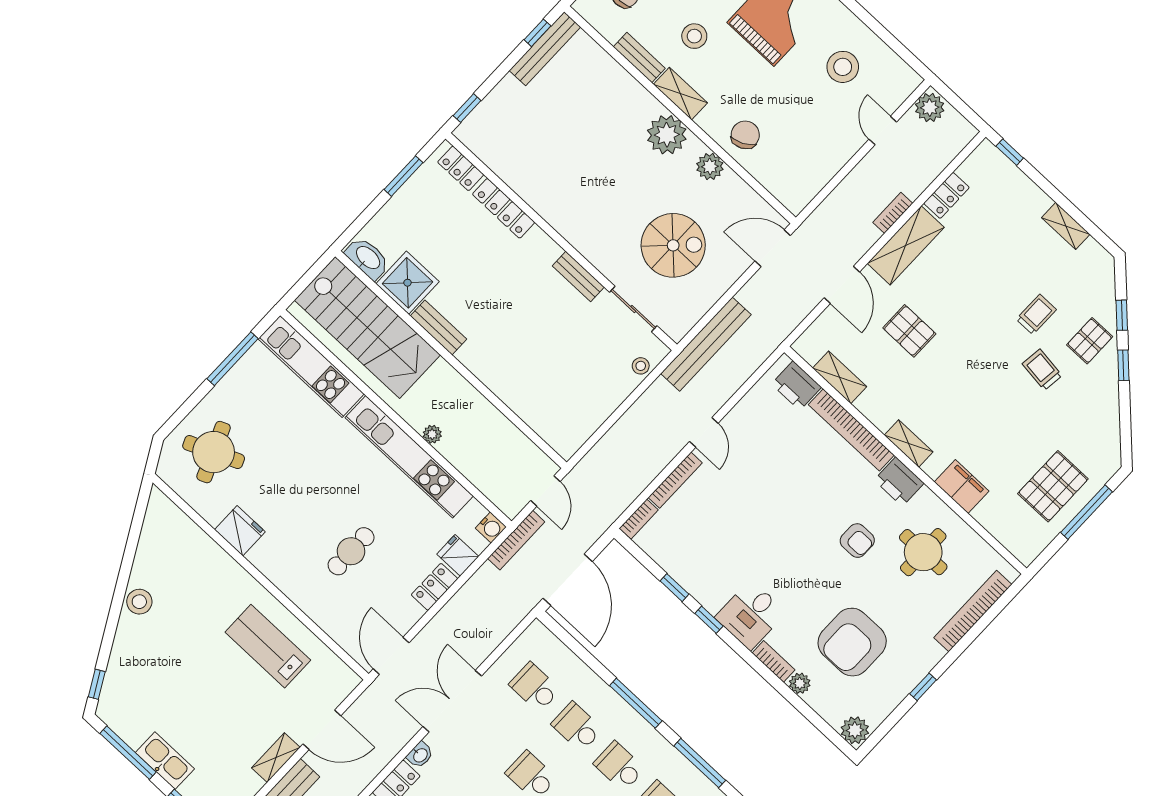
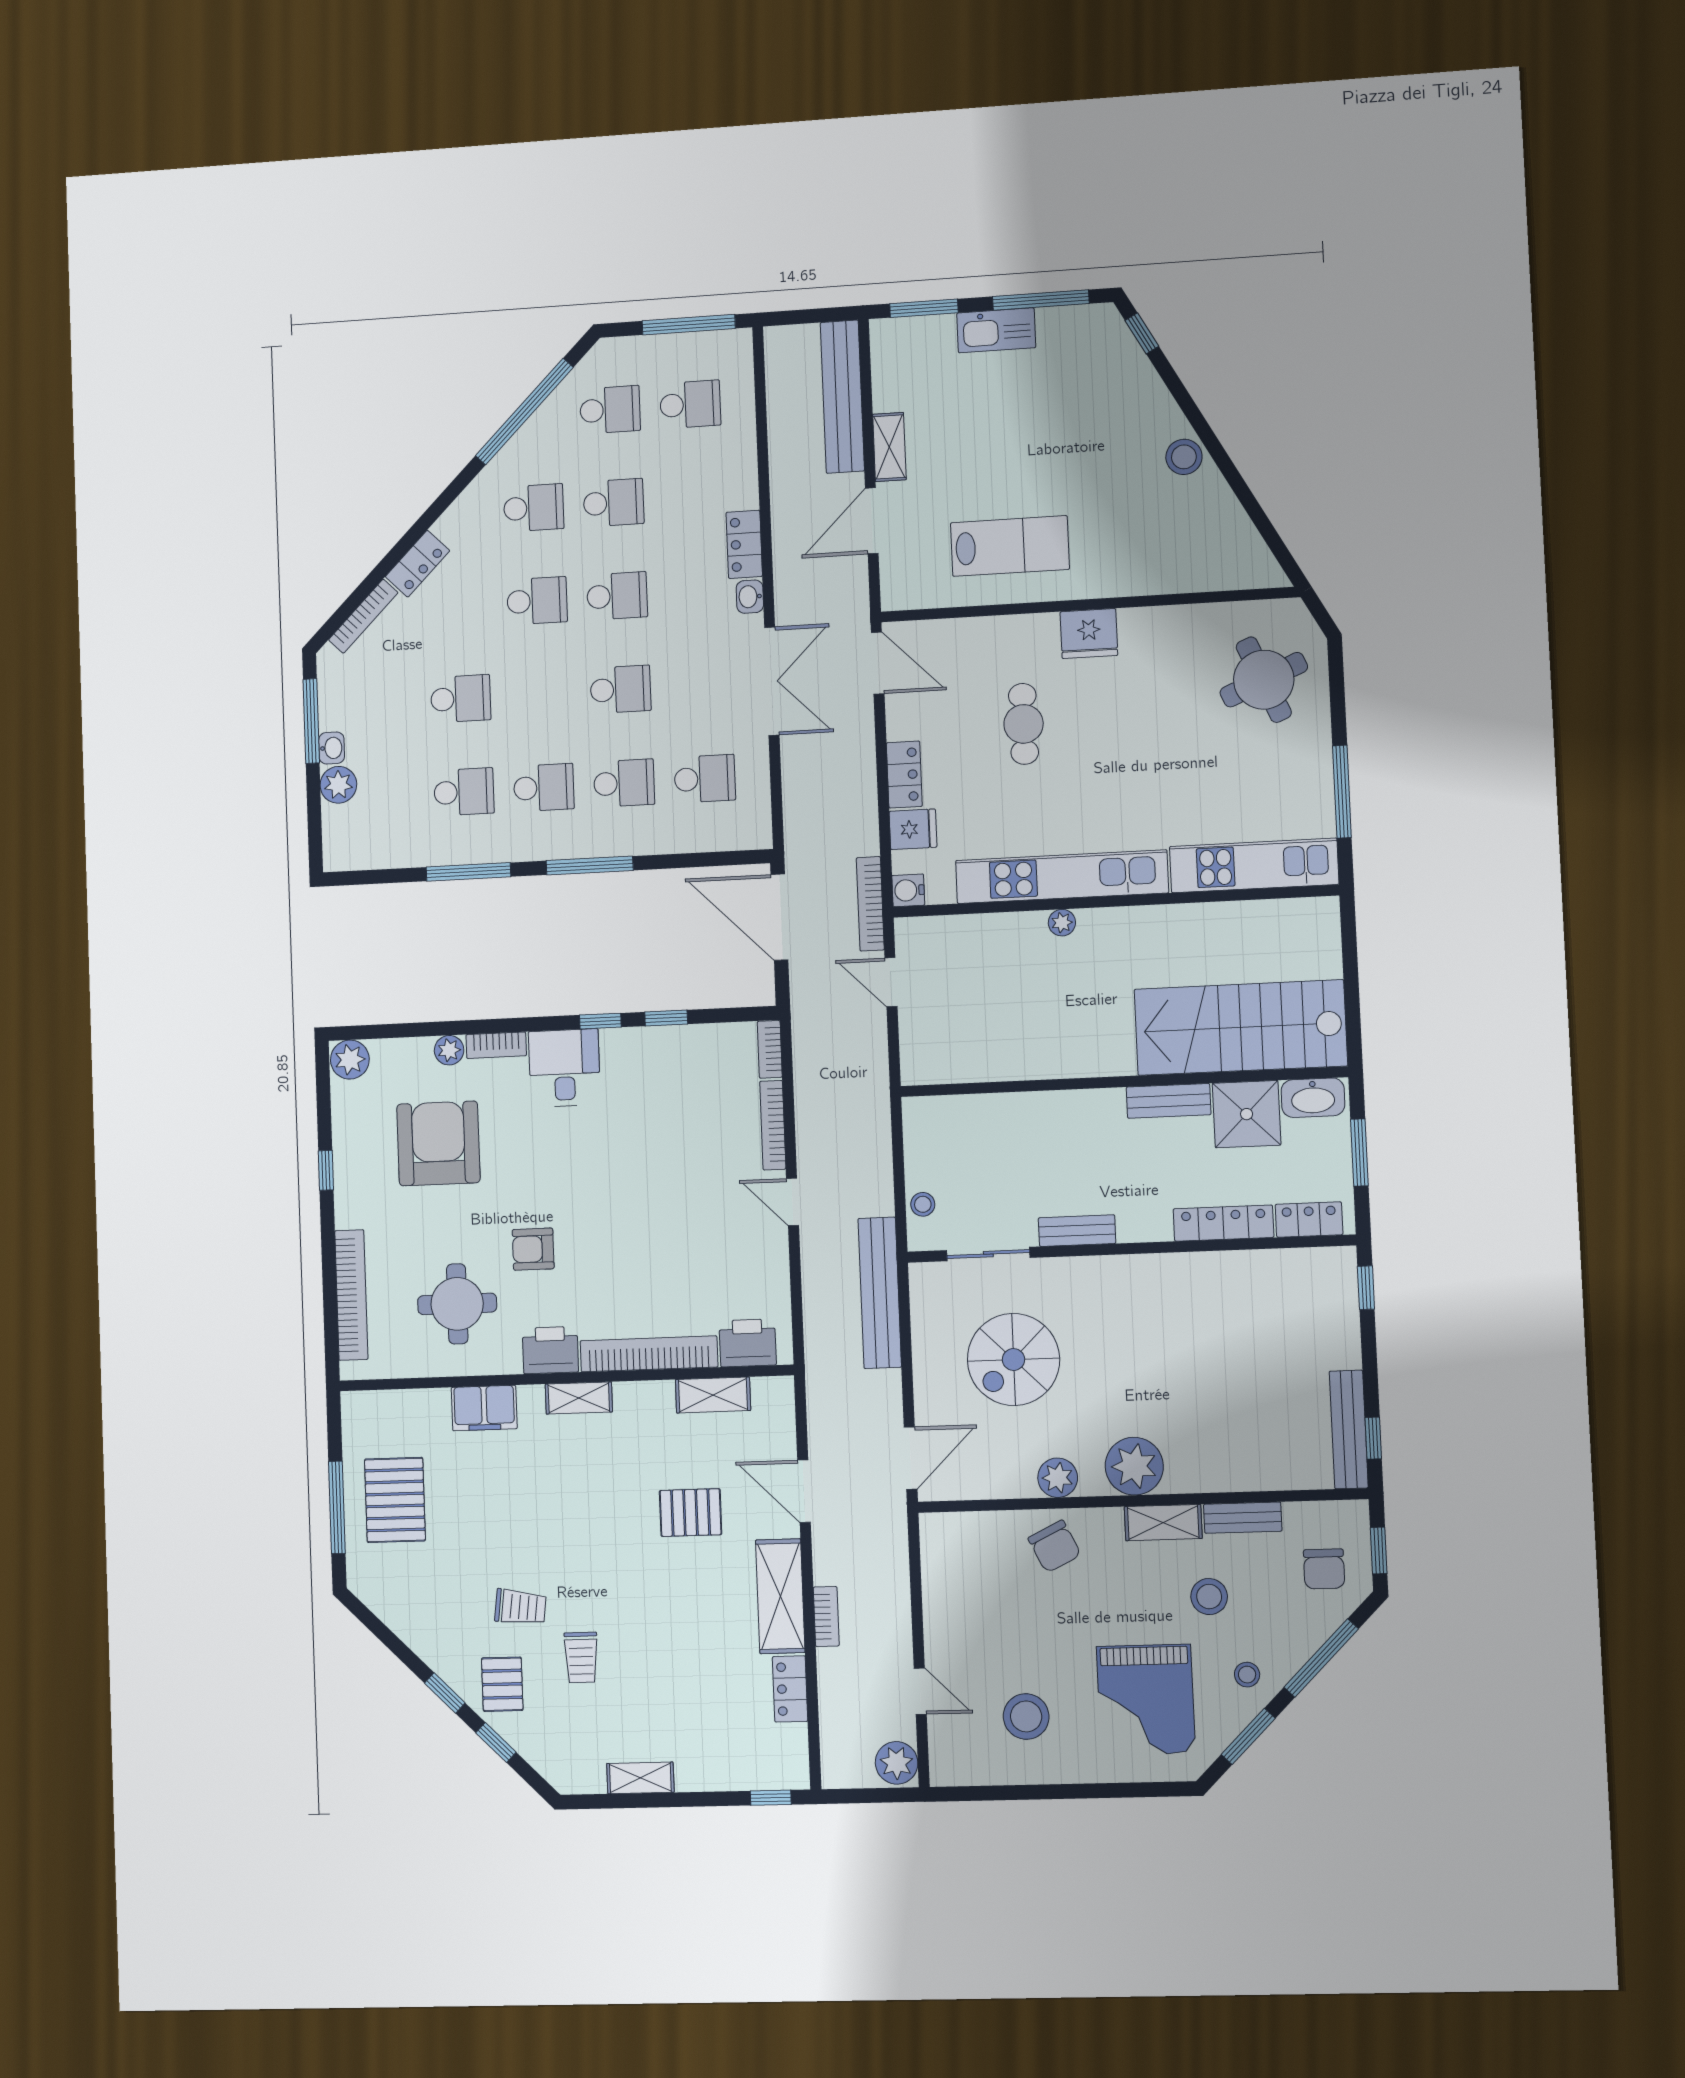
washbasin: (368, 258) -> (1313, 1098), moved
shower: (407, 283) -> (1247, 1114), moved
stairs: (367, 327) -> (1241, 1028), moved
bench: (438, 327) -> (1169, 1101), moved
wall: (451, 359) -> (1123, 1082), moved
fridge: (240, 531) -> (1089, 634), moved

